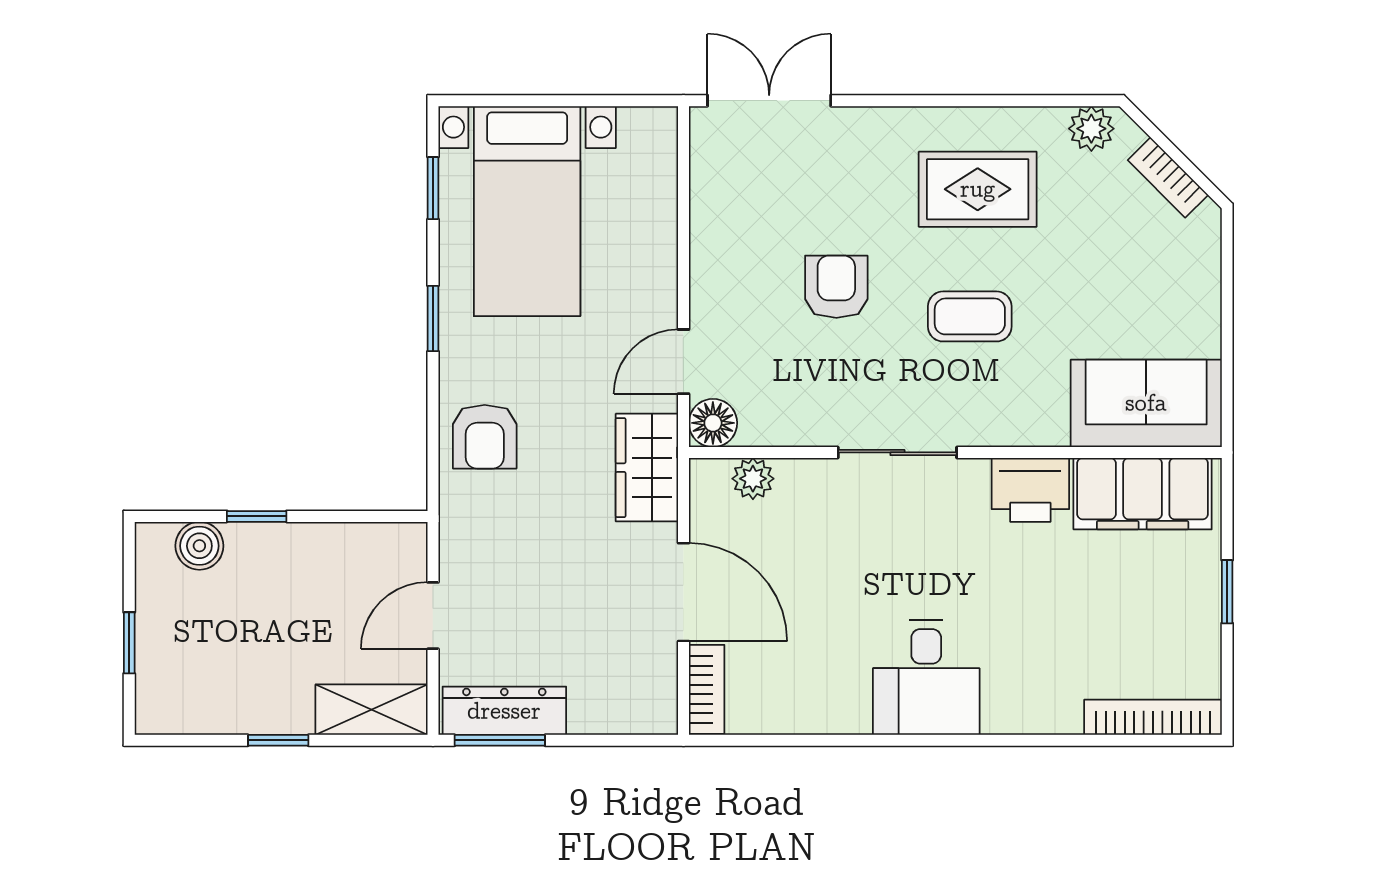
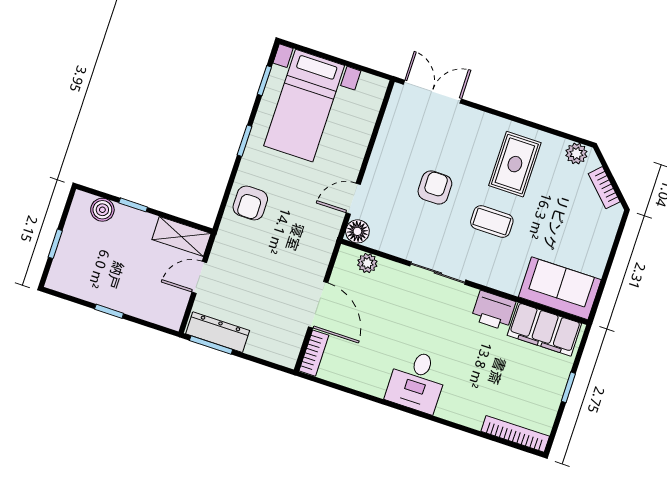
rug: (978, 189) -> (515, 164), turned 90
wardrobe: (647, 468) -> (320, 242), removed
shelving: (372, 710) -> (181, 237), moved

